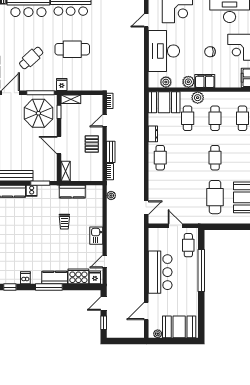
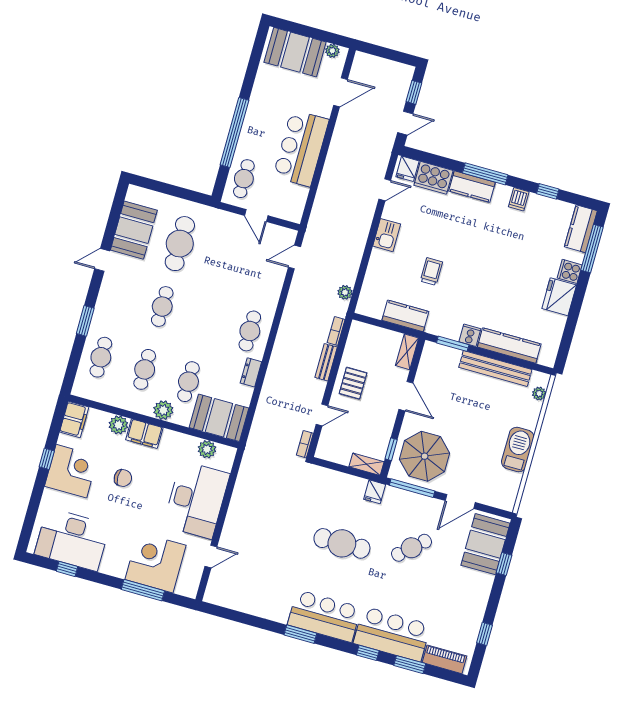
plant: (188, 82) -> (118, 425), moved

